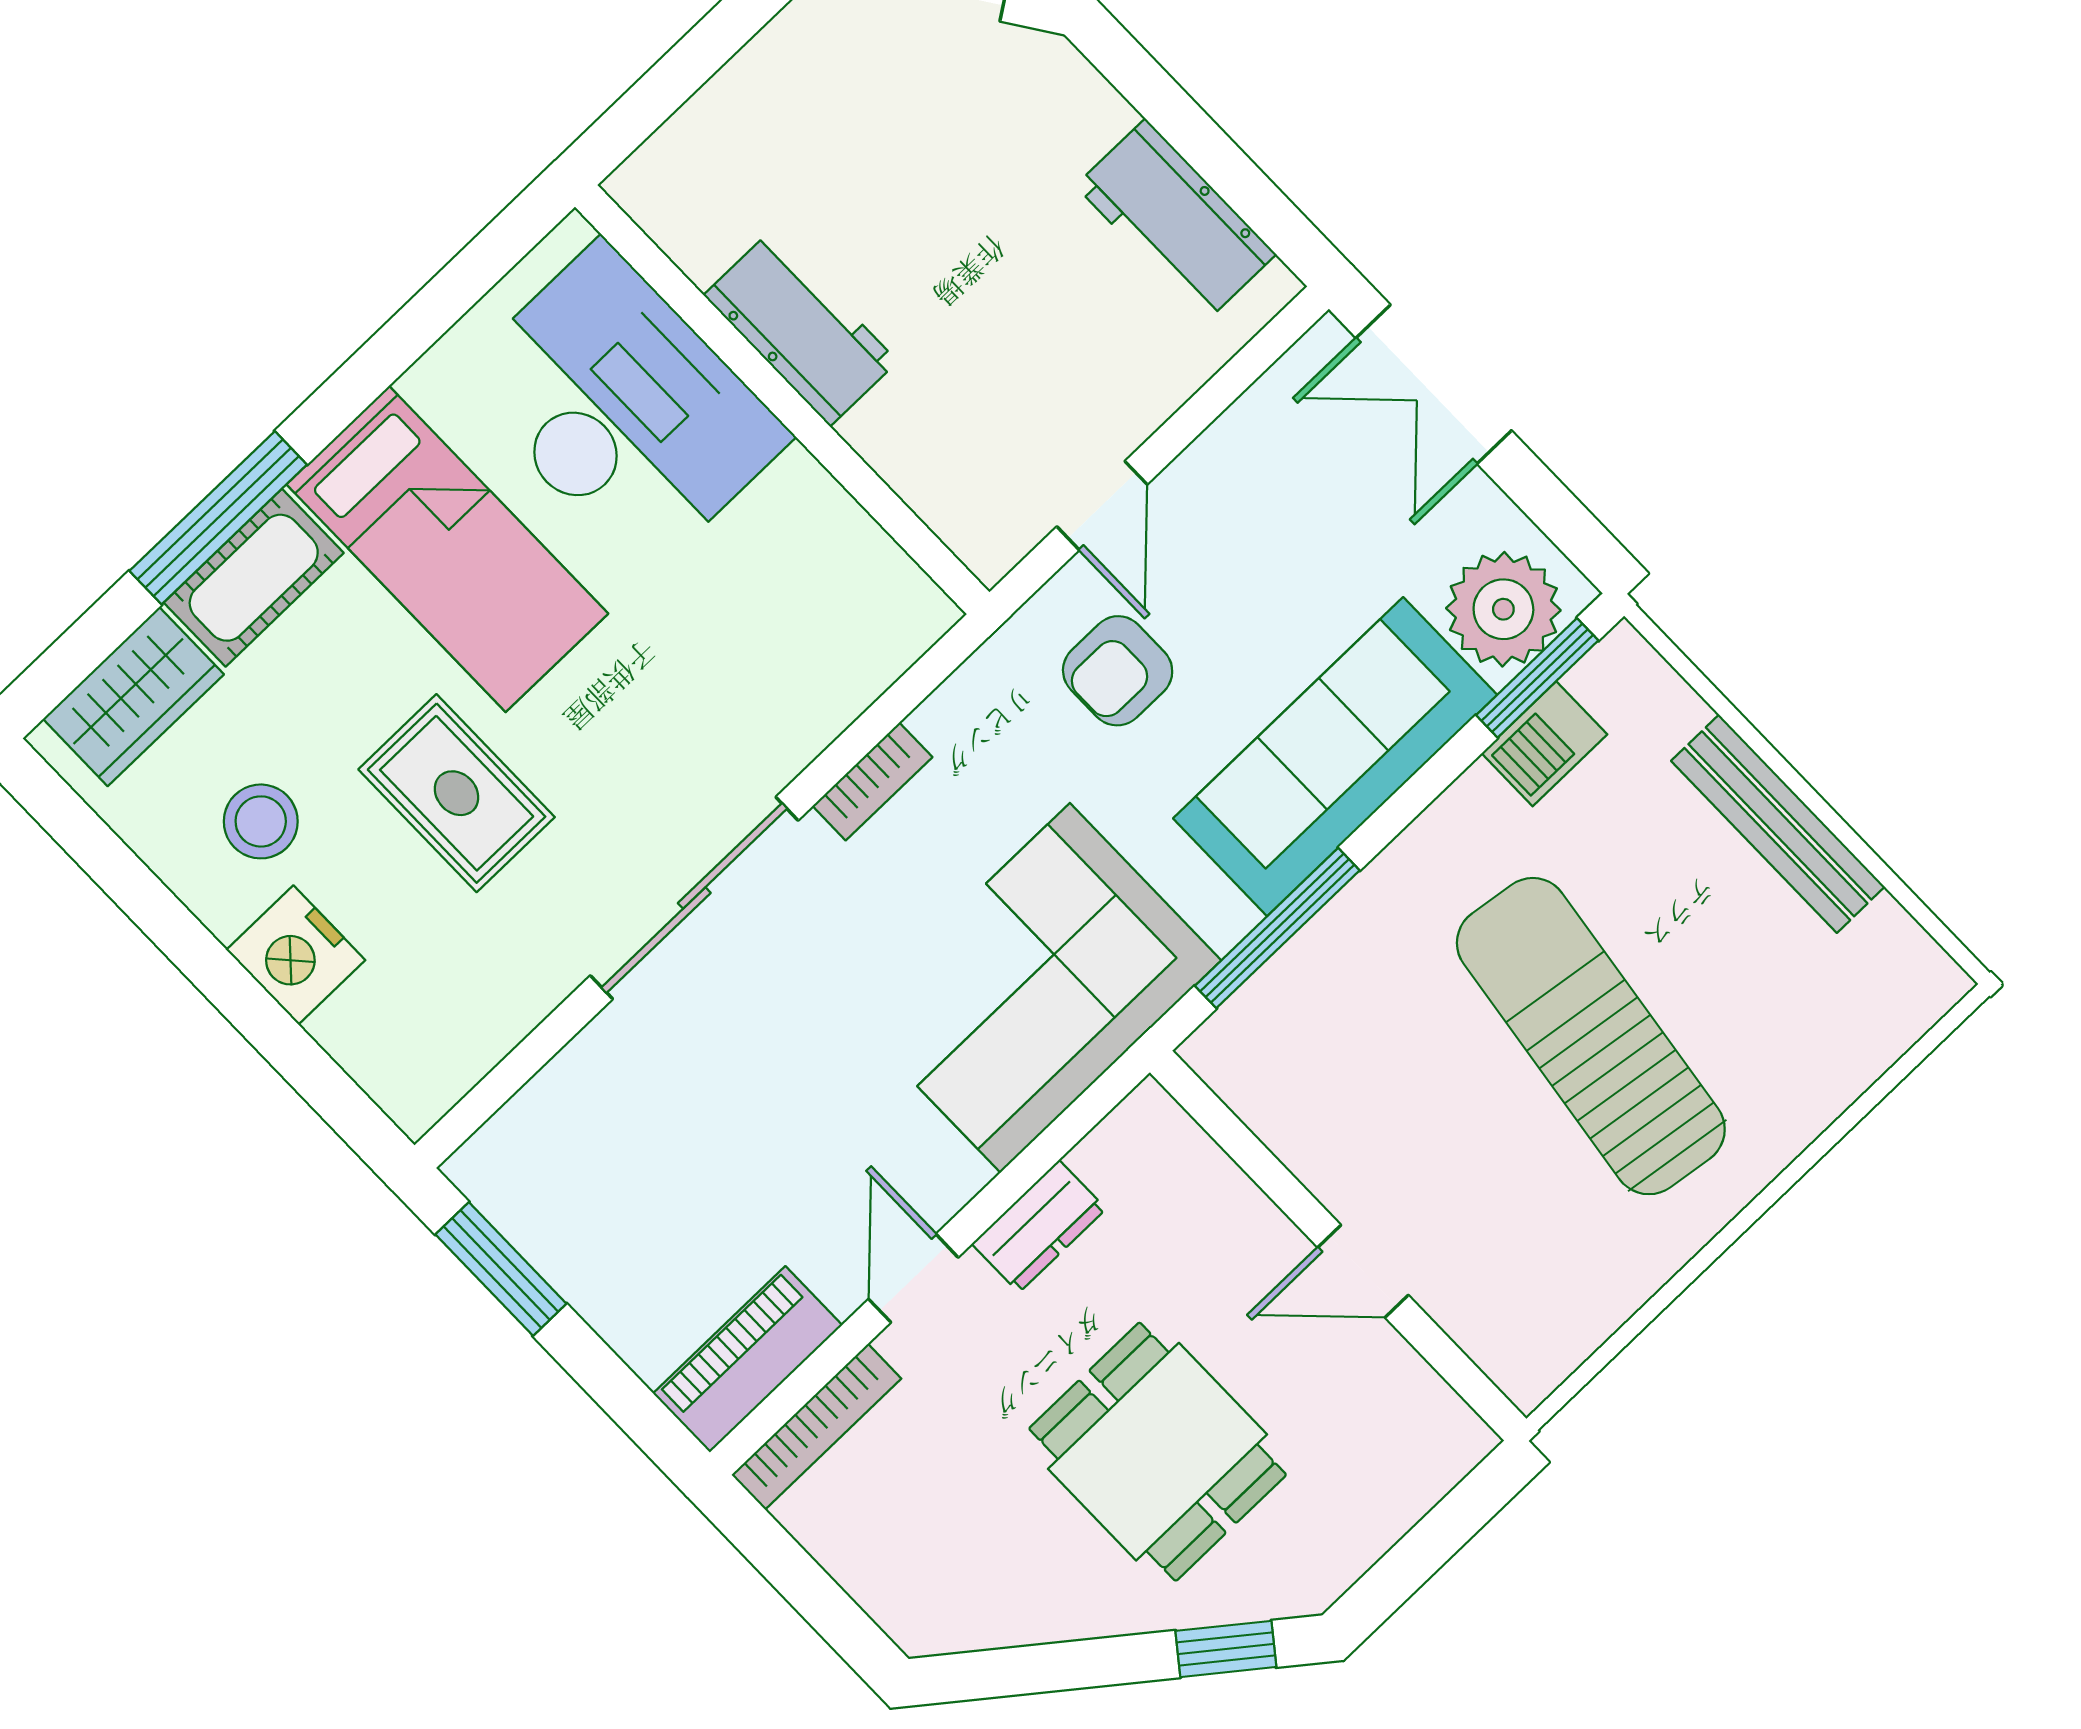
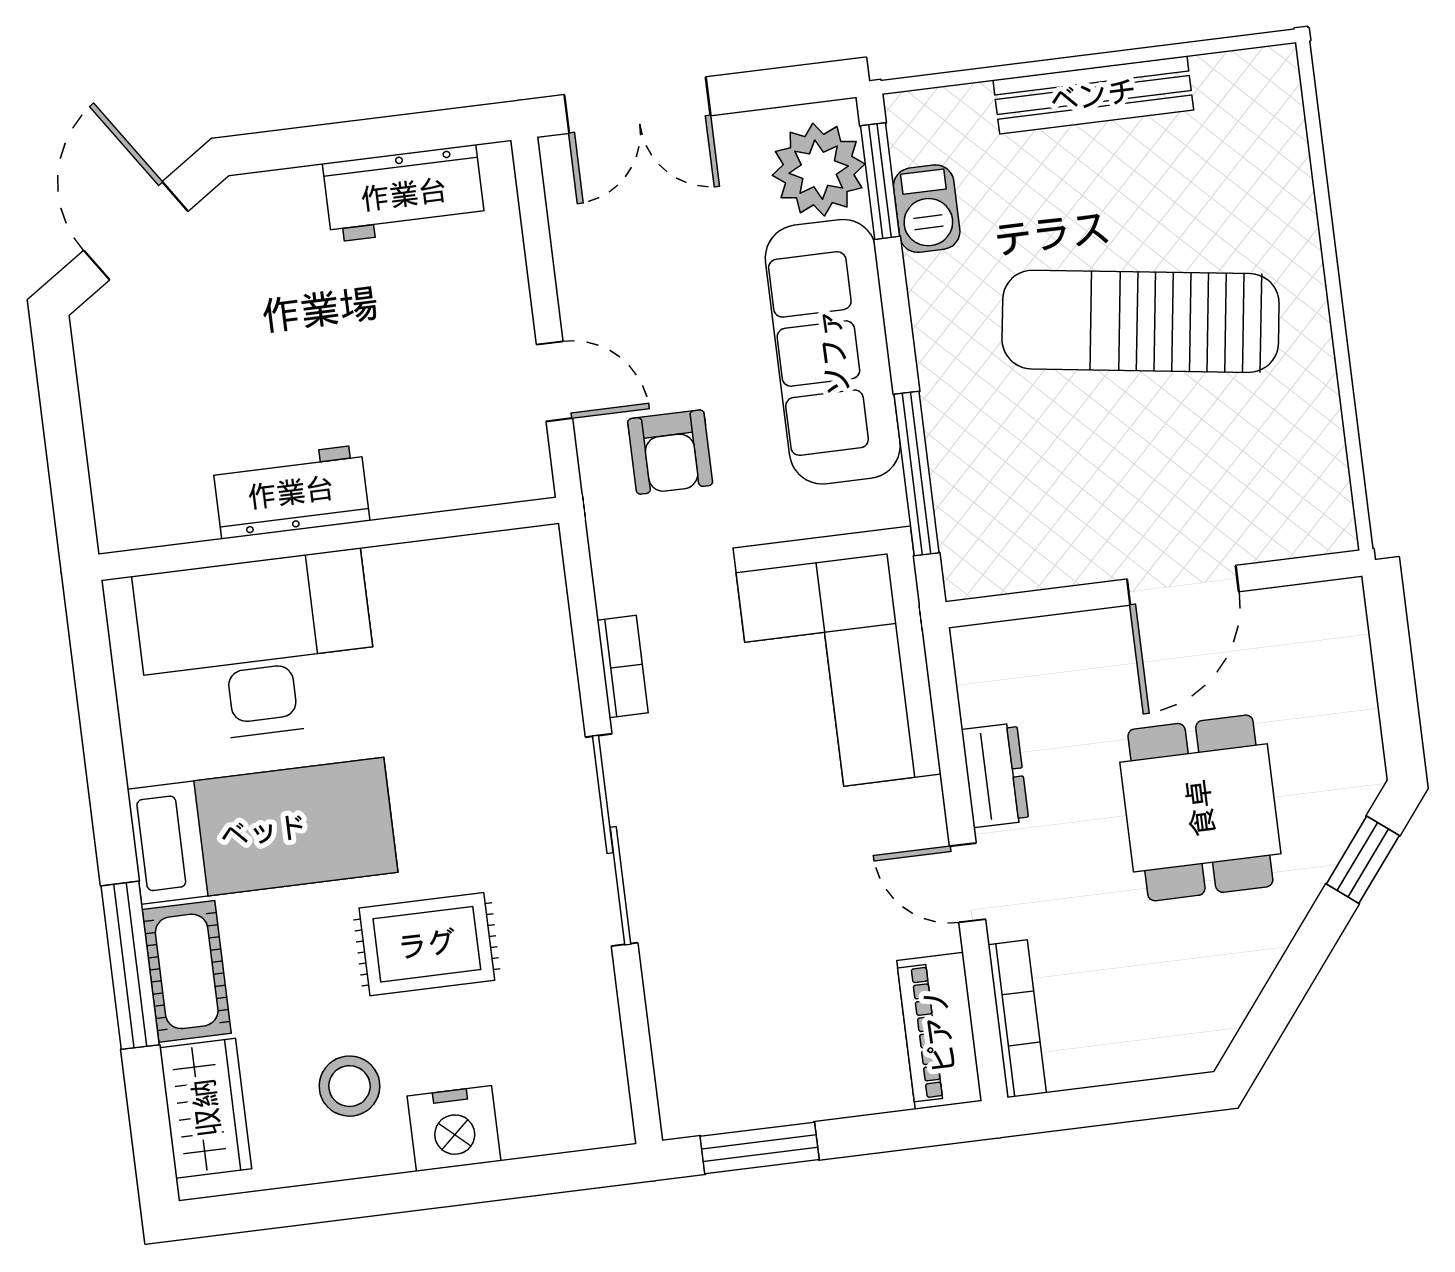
door: (1363, 1271) -> (1183, 585), width x1.38
dining table: (1158, 1452) -> (1200, 808), turned 90

